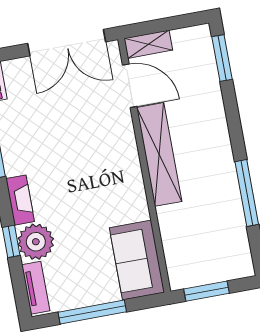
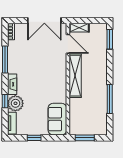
window: (92, 312) -> (34, 138), width x0.46

